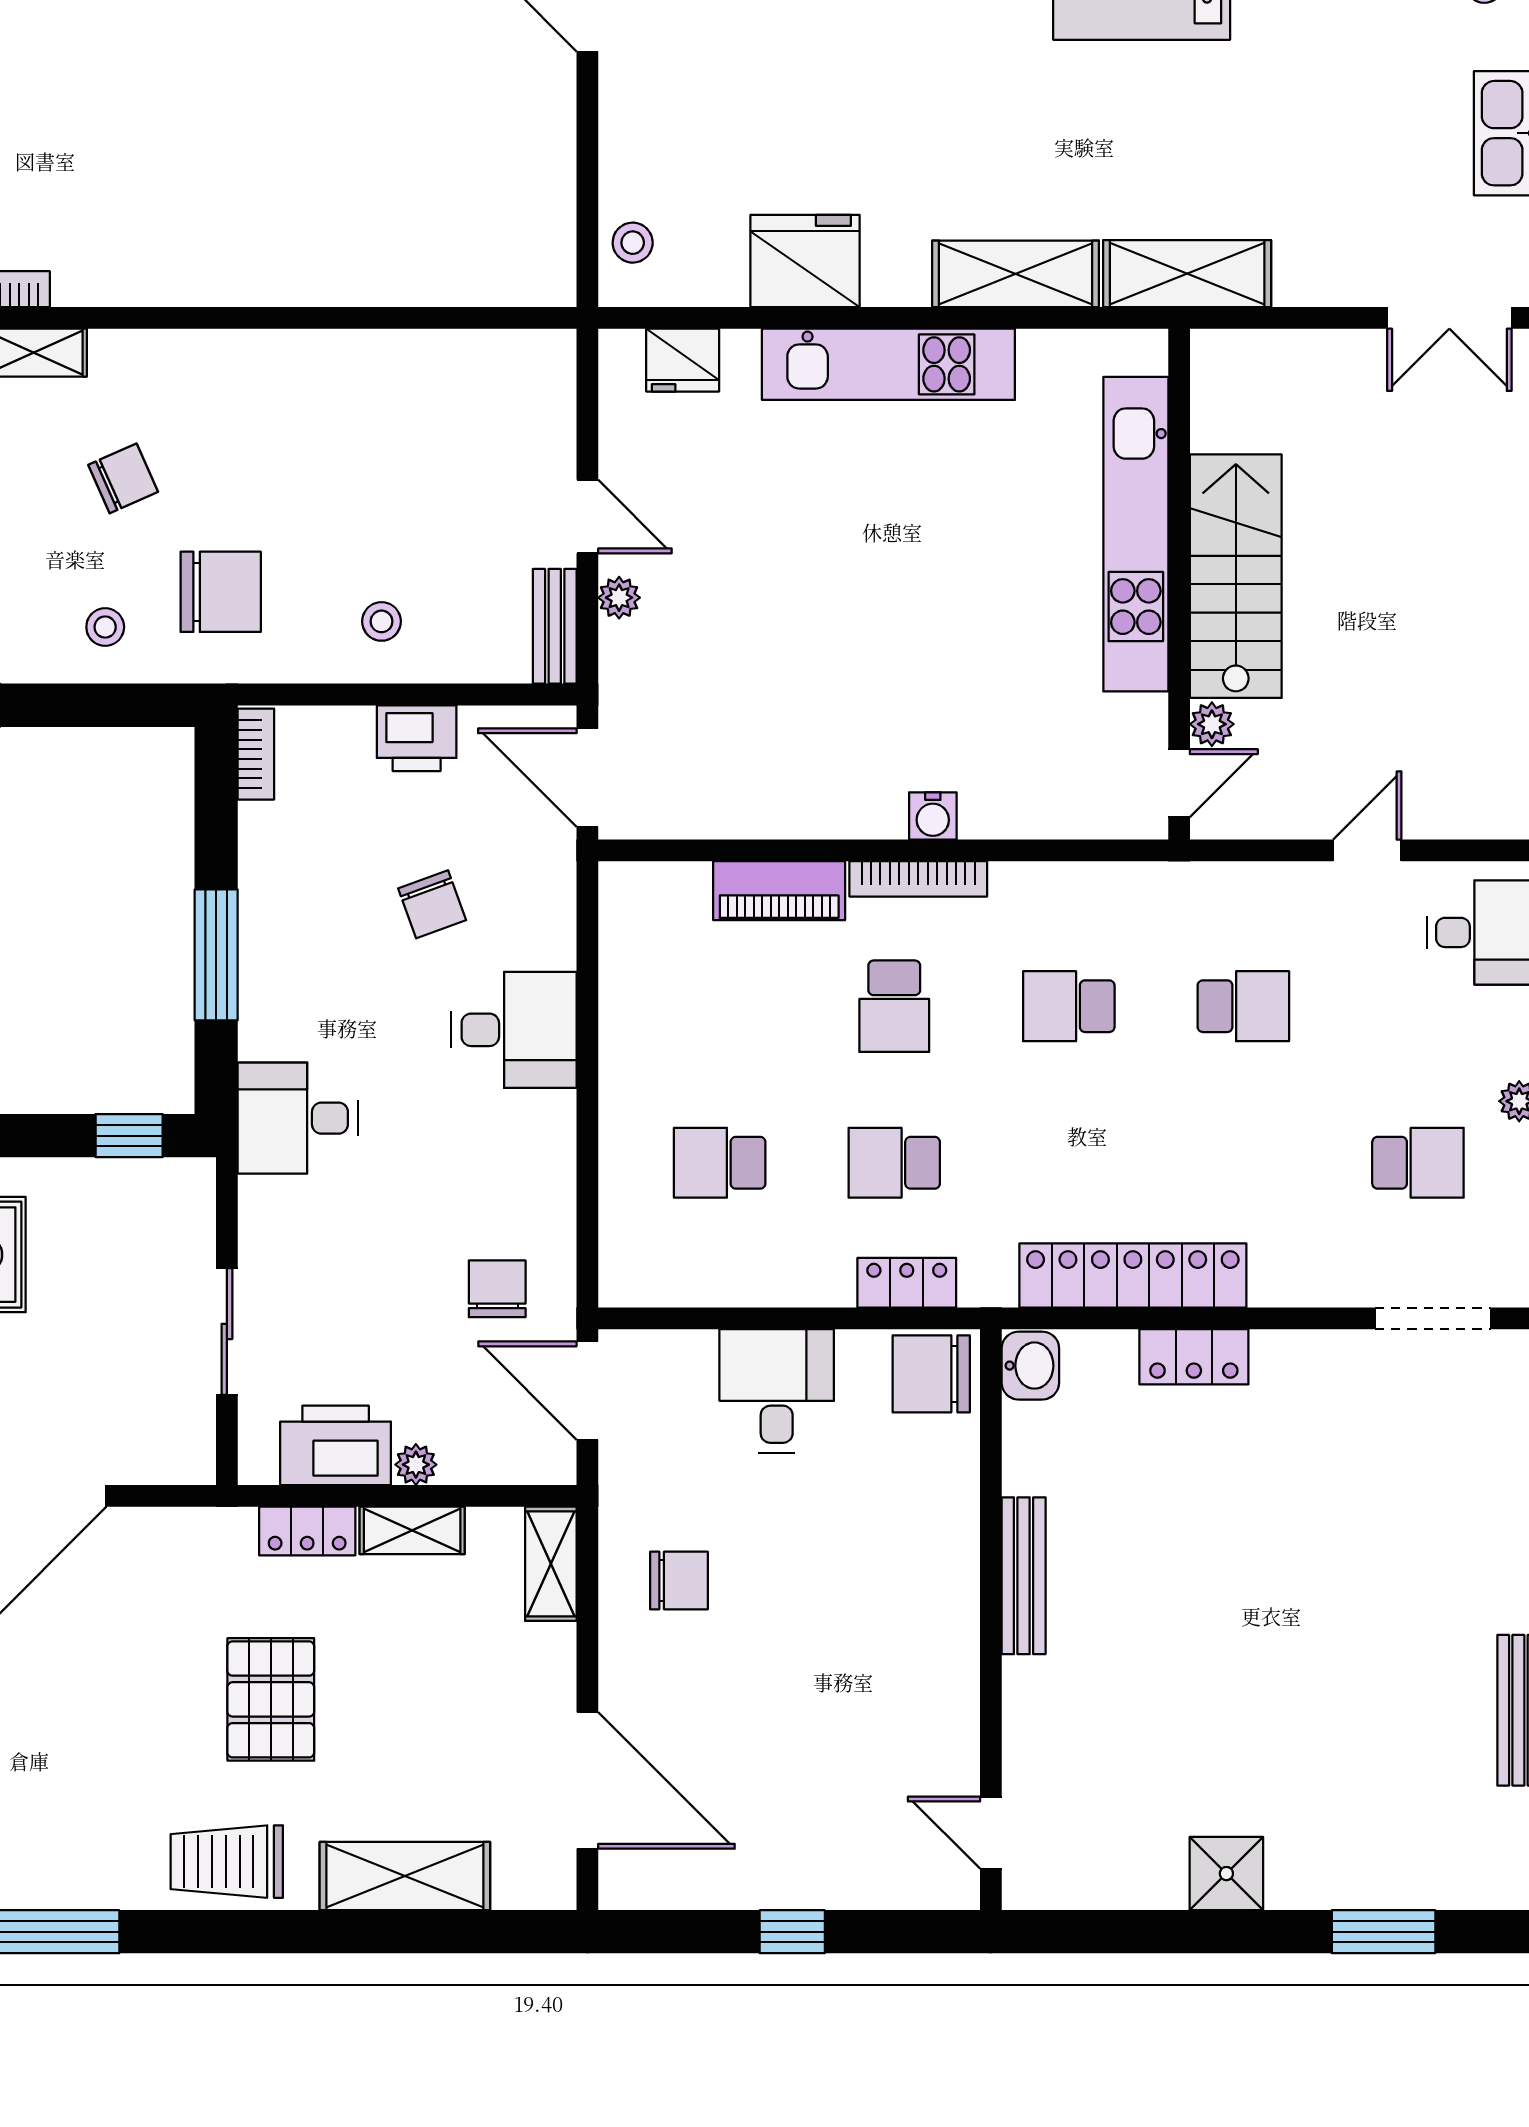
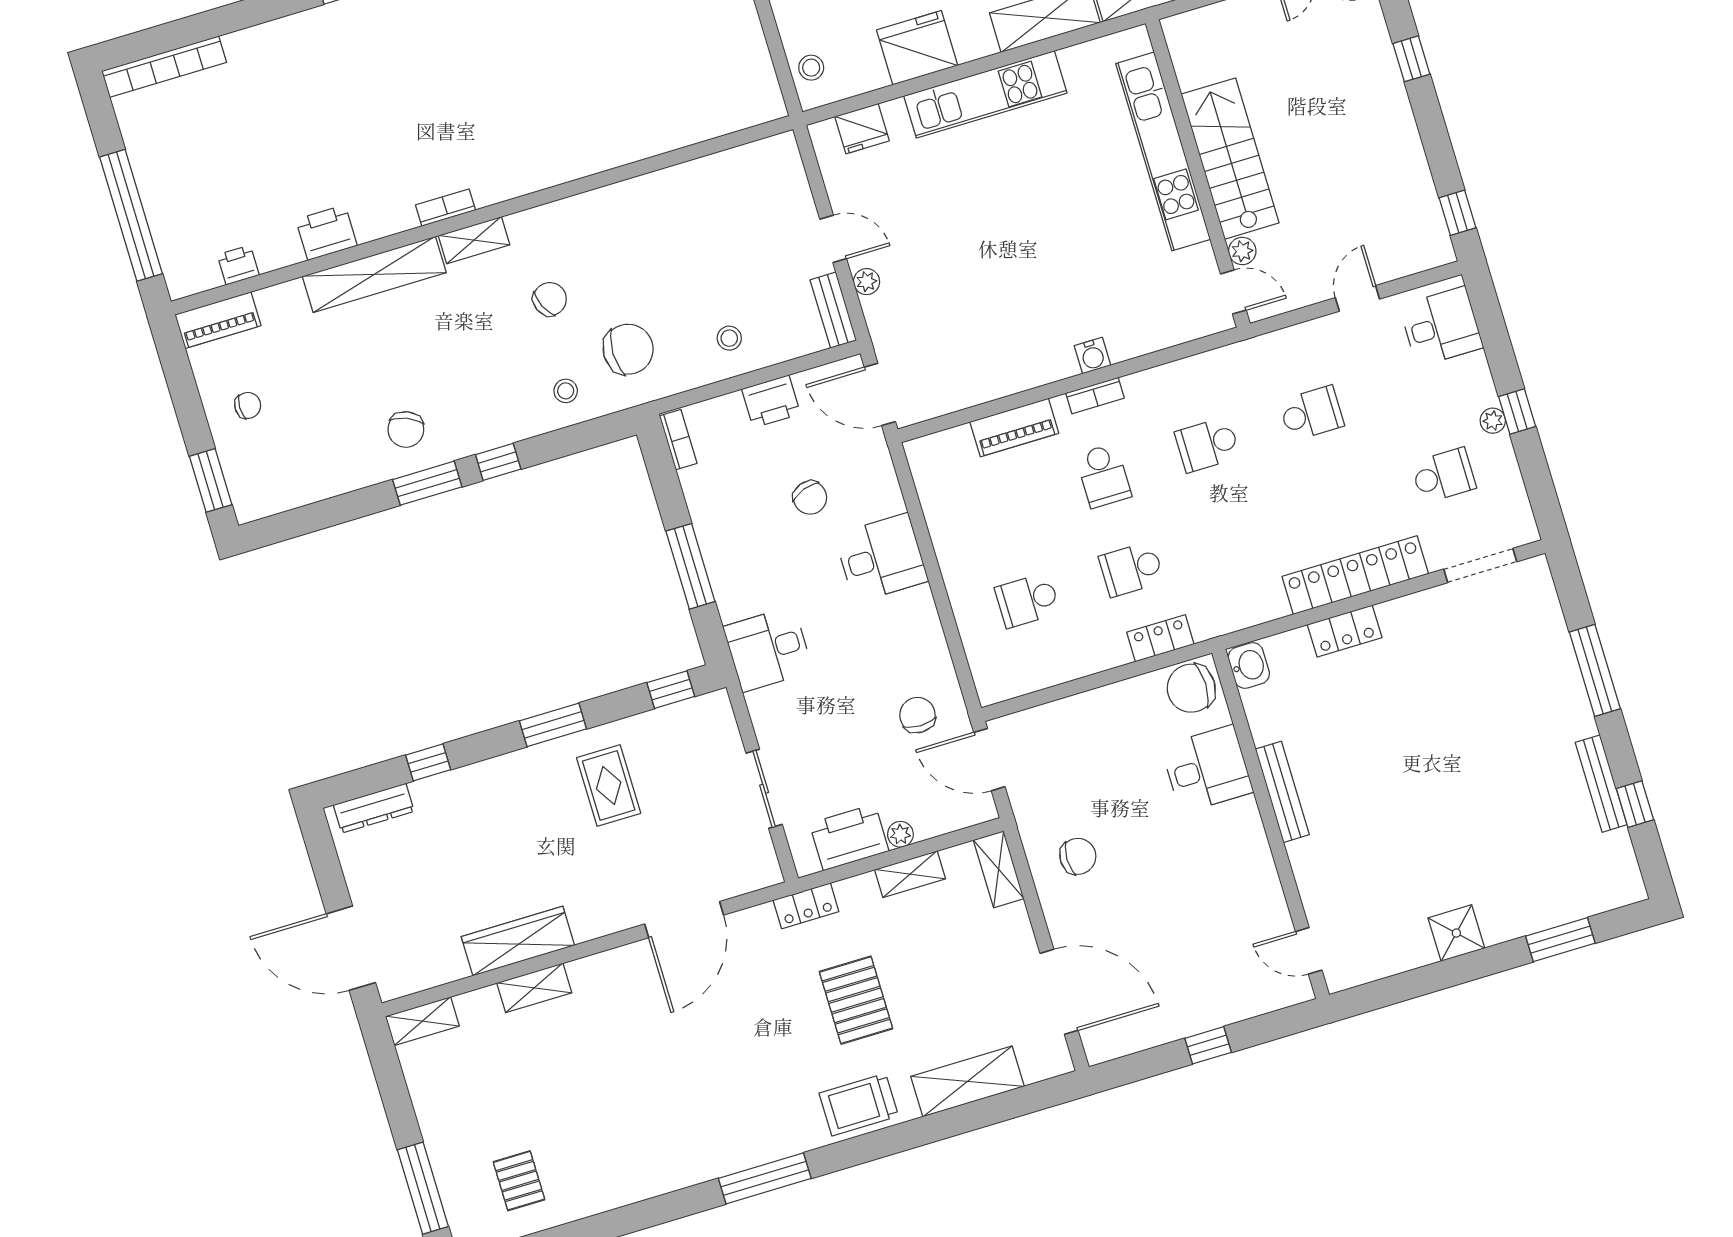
door: (1179, 783) -> (1233, 292), hinge flipped
bookcase: (918, 879) -> (1095, 396), width x0.64
locker: (1133, 1276) -> (1355, 575), moved
desk: (777, 1391) -> (1207, 769), moved, turned 90
locker: (307, 1531) -> (806, 906), moved

